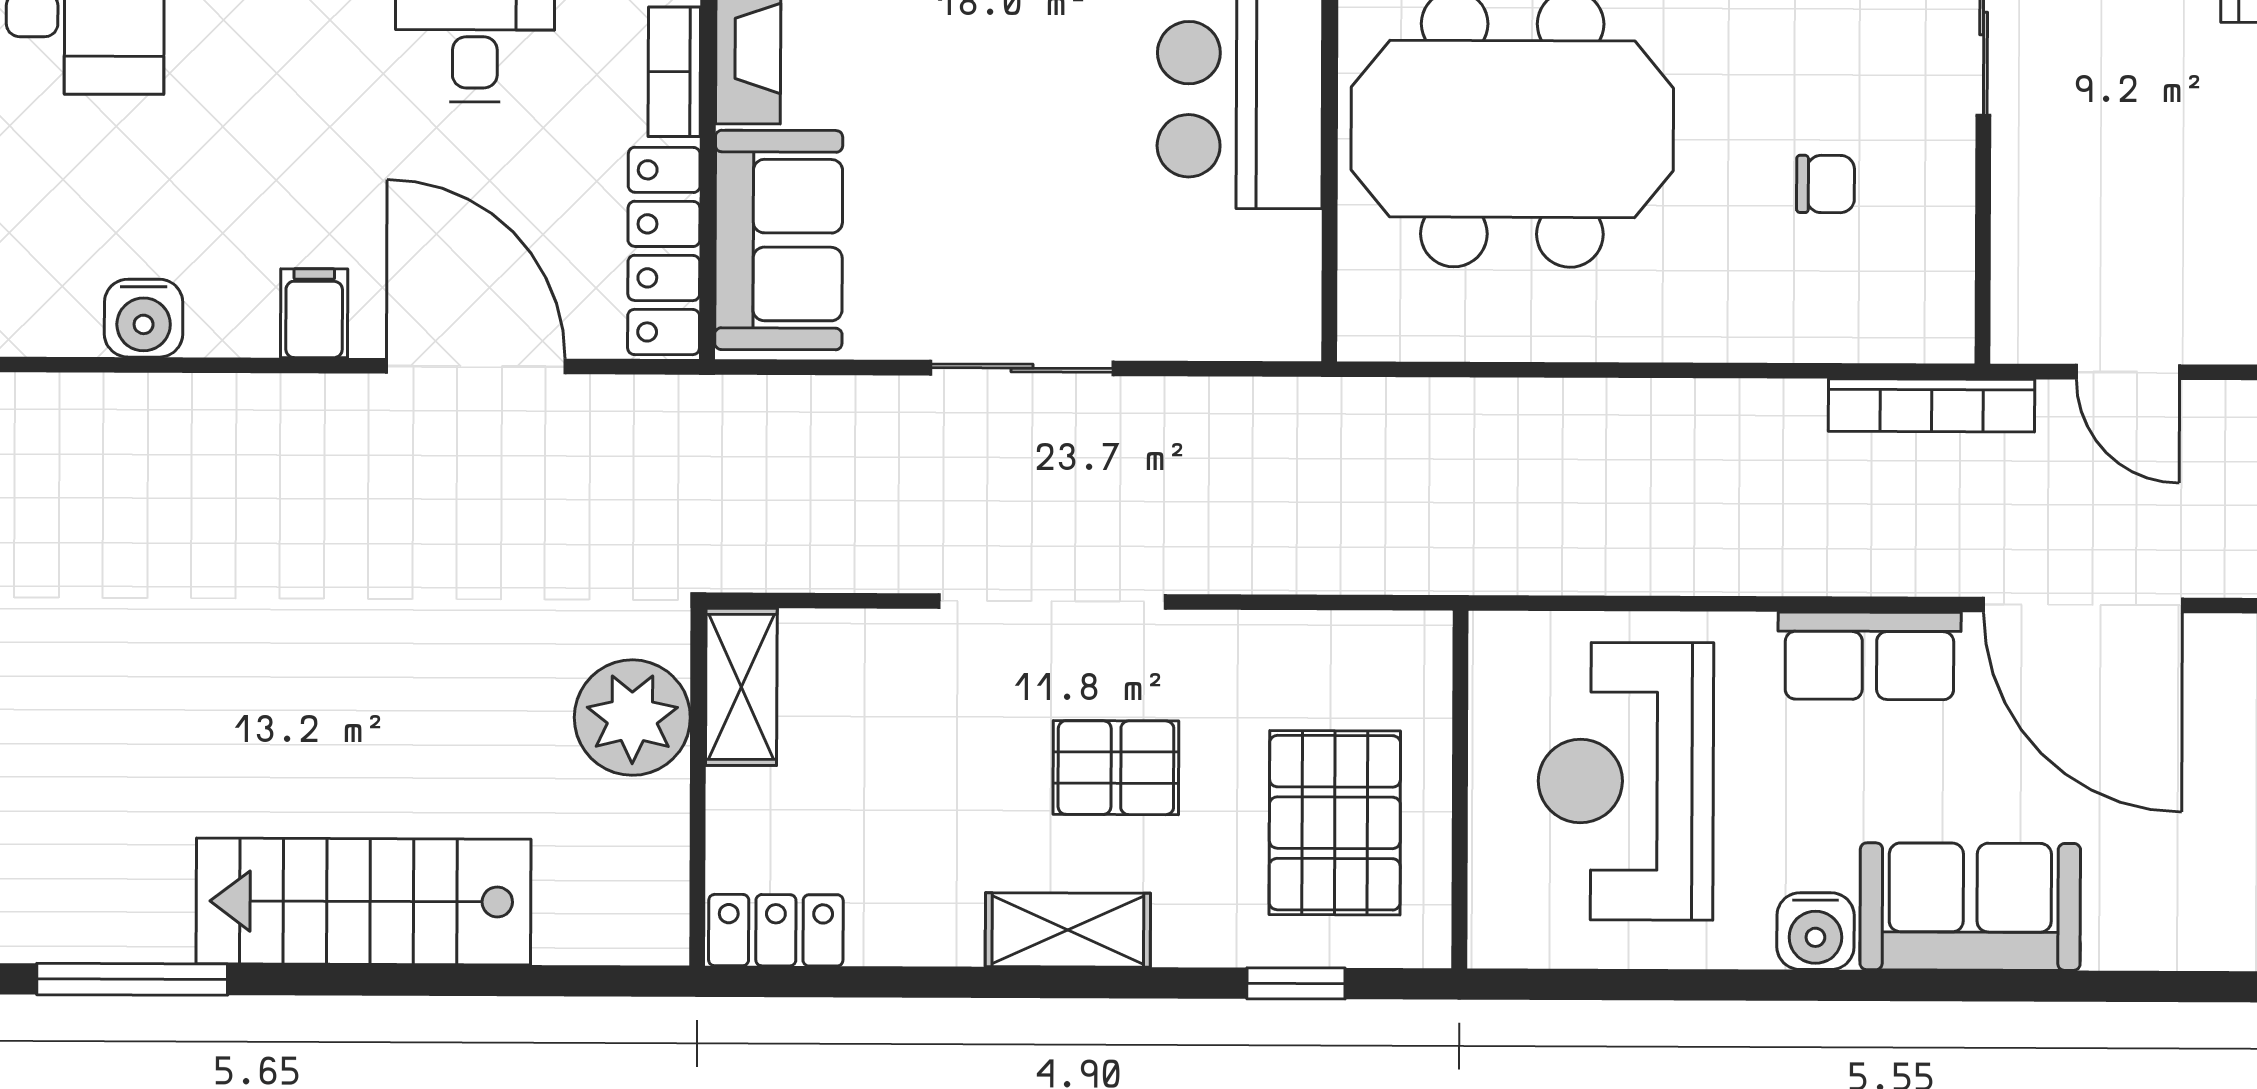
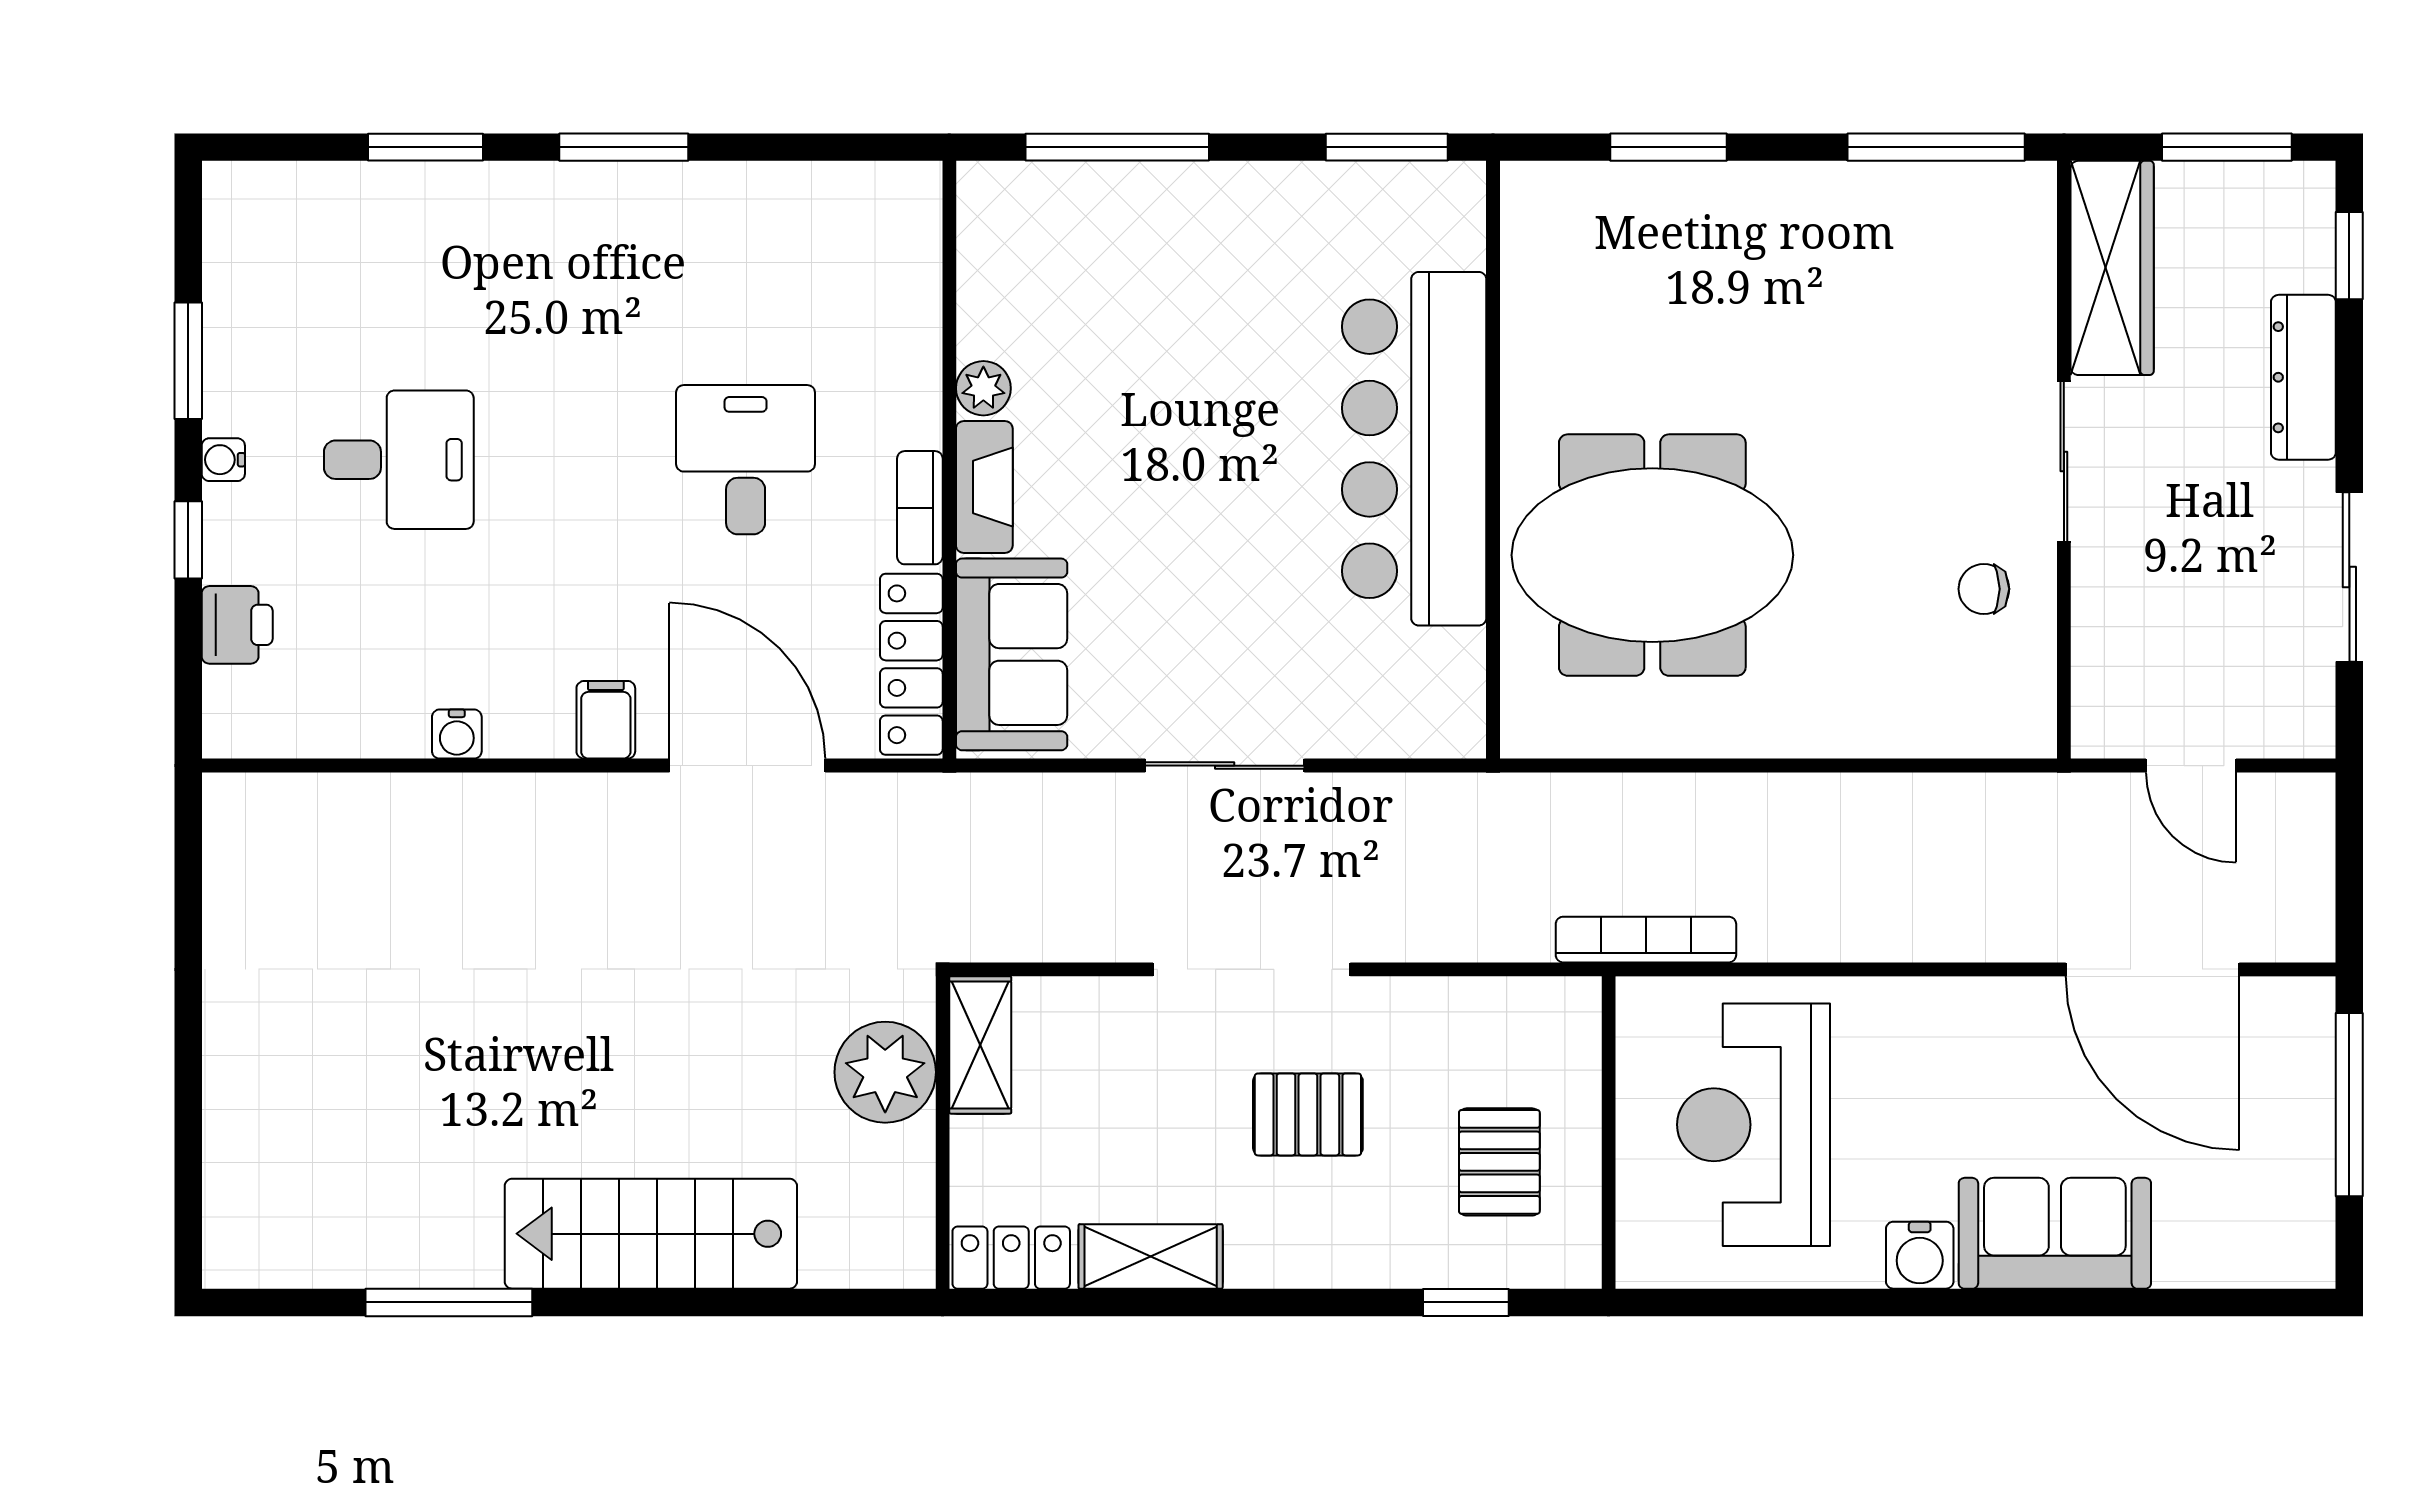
chair: (1826, 184) -> (1984, 589), moved, turned 180
water cooler: (144, 318) -> (457, 734), width x0.72, depth x0.72
bookcase: (1932, 405) -> (1646, 940), moved, turned 180
row of seats: (1869, 656) -> (1966, 1014), removed
pallet: (1335, 823) -> (1499, 1162), width x0.67, depth x0.71
shelving: (1068, 930) -> (1151, 1256), moved

